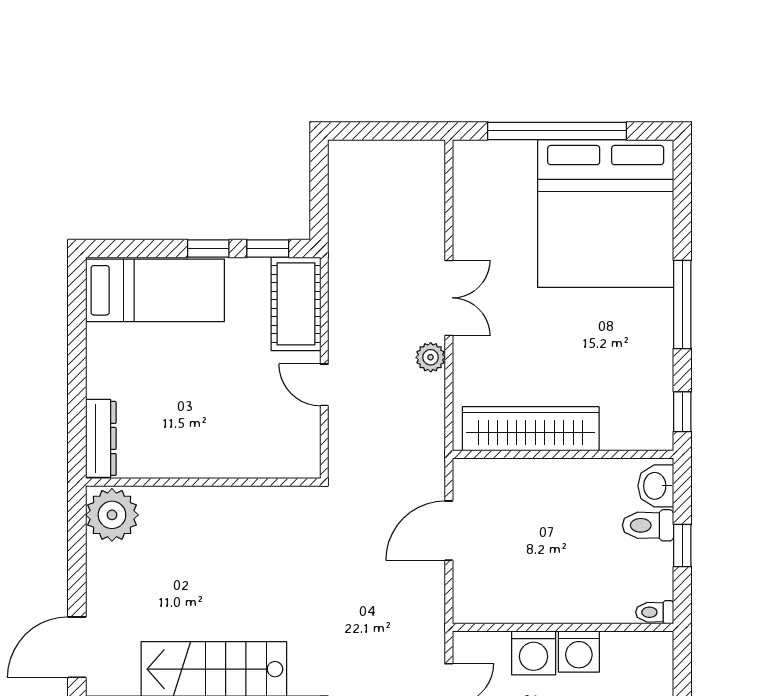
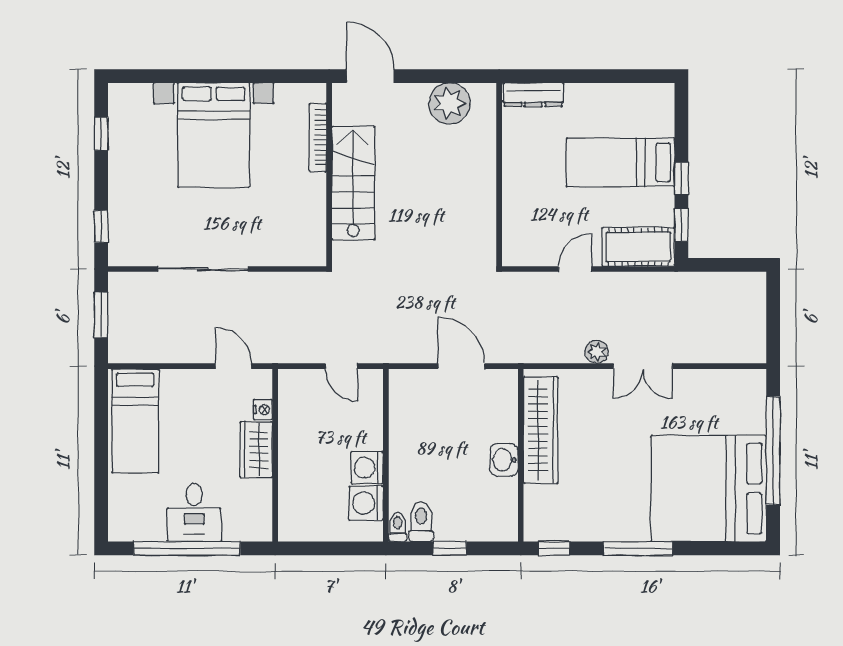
bed: (155, 290) -> (620, 162), moved, turned 90
washbasin: (656, 486) -> (504, 460), moved, turned -90
plant: (112, 515) -> (450, 103), moved
toilet: (648, 525) -> (421, 522), moved
washing machine: (534, 653) -> (366, 503), moved

